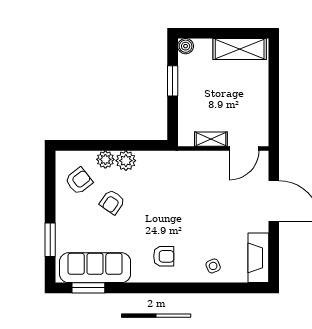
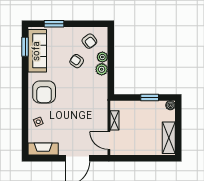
armchair: (164, 256) -> (44, 92), width x1.88, depth x1.88

